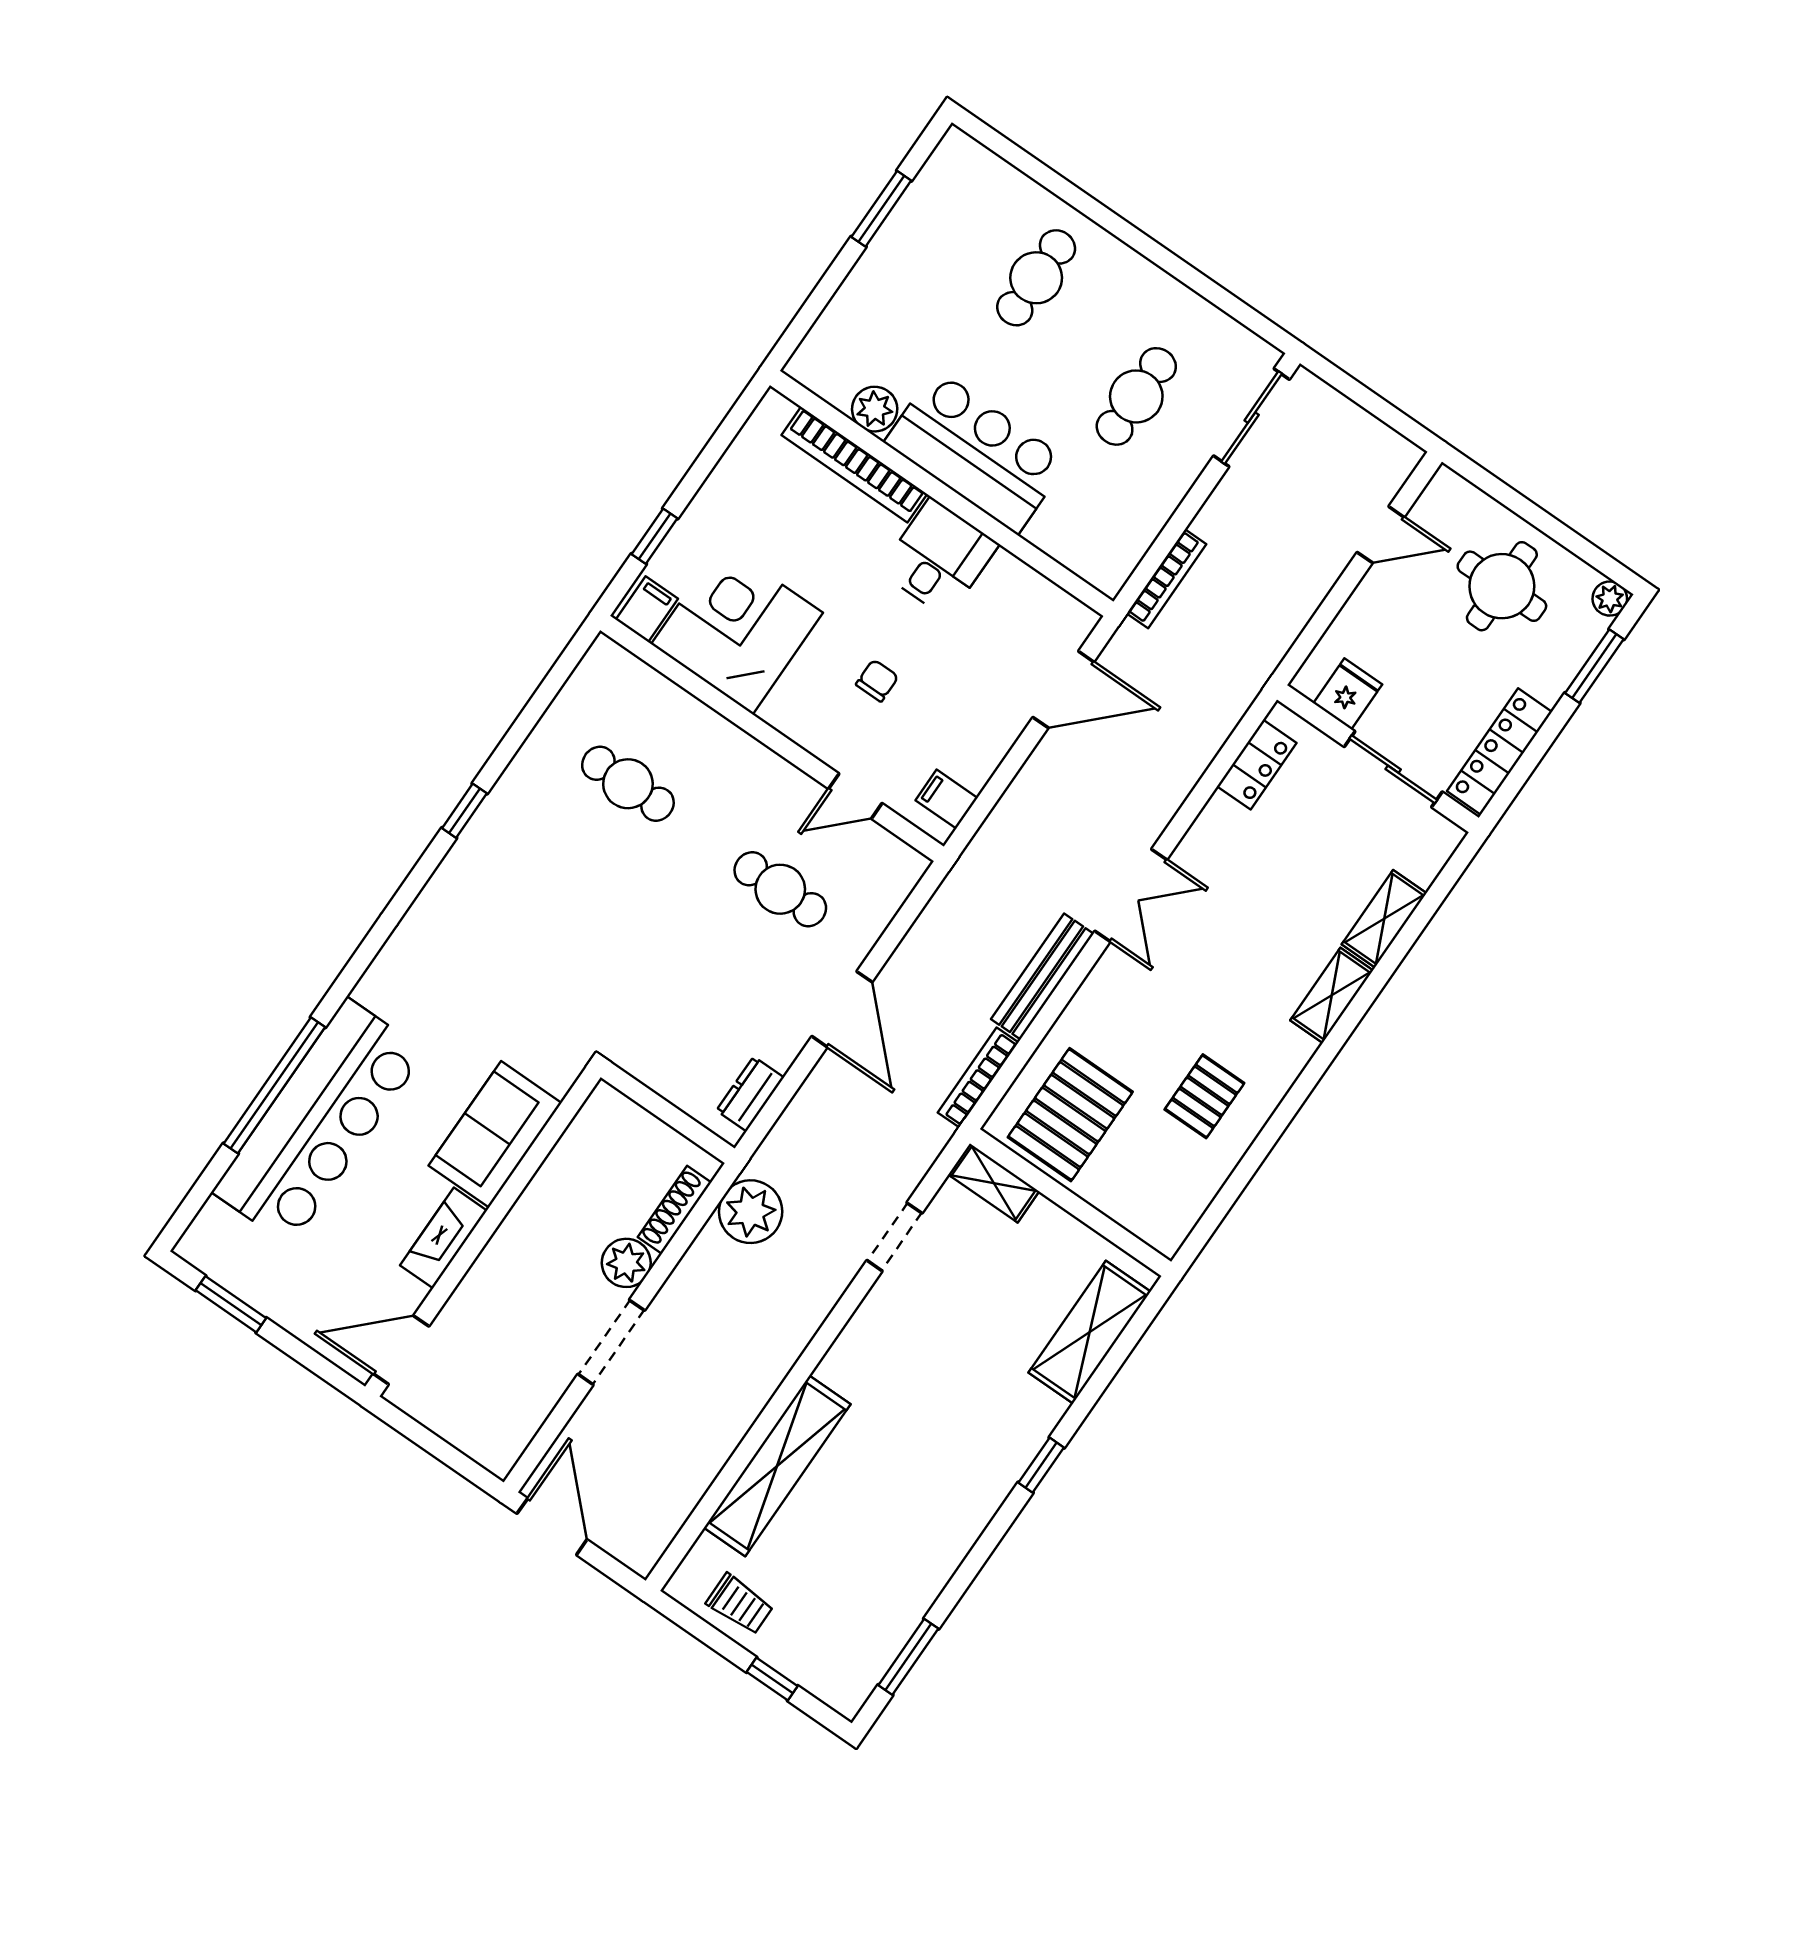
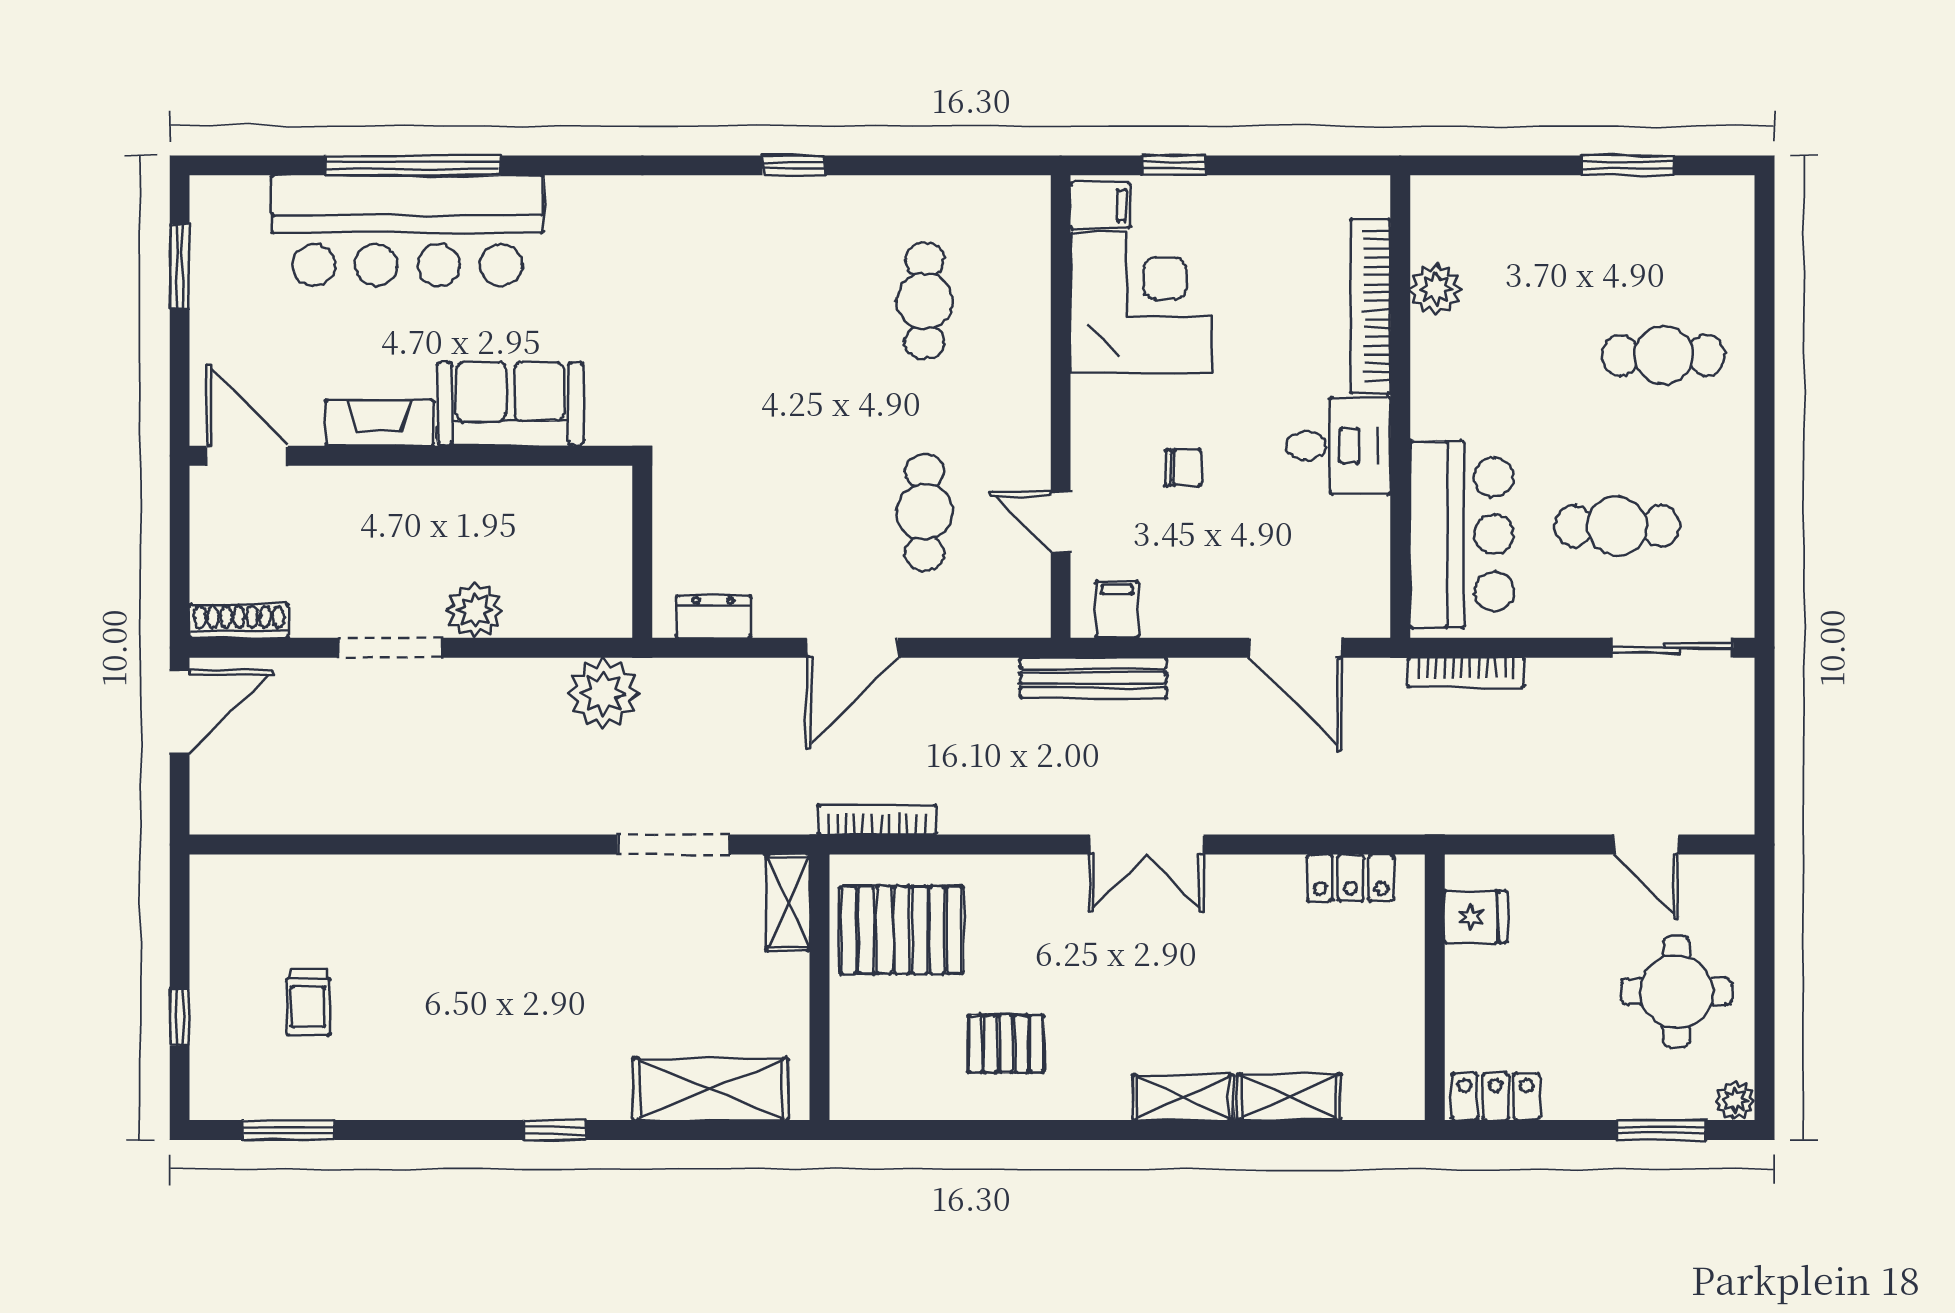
bar counter: (976, 452) -> (1462, 534), moved
locker: (1500, 752) -> (1496, 1097), width x0.66
sliding door: (1393, 769) -> (1435, 1008), removed
bench: (1042, 976) -> (1093, 678), moved
shoe rack: (675, 1210) -> (239, 621), moved
doorway: (894, 1237) -> (673, 845), width x1.38
shelving: (777, 1466) -> (382, 883), removed
trolley: (740, 1604) -> (308, 1002), moved

